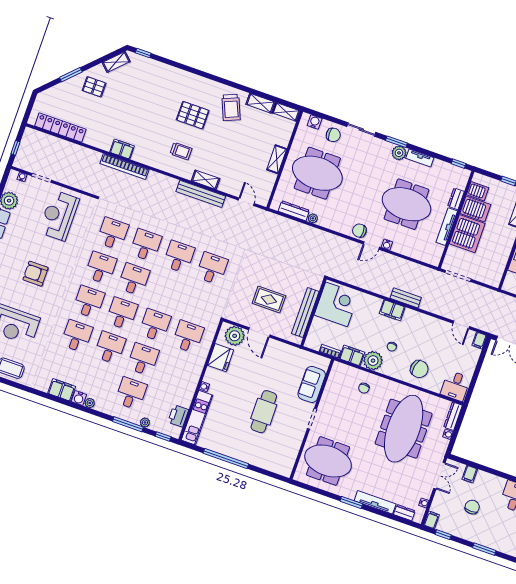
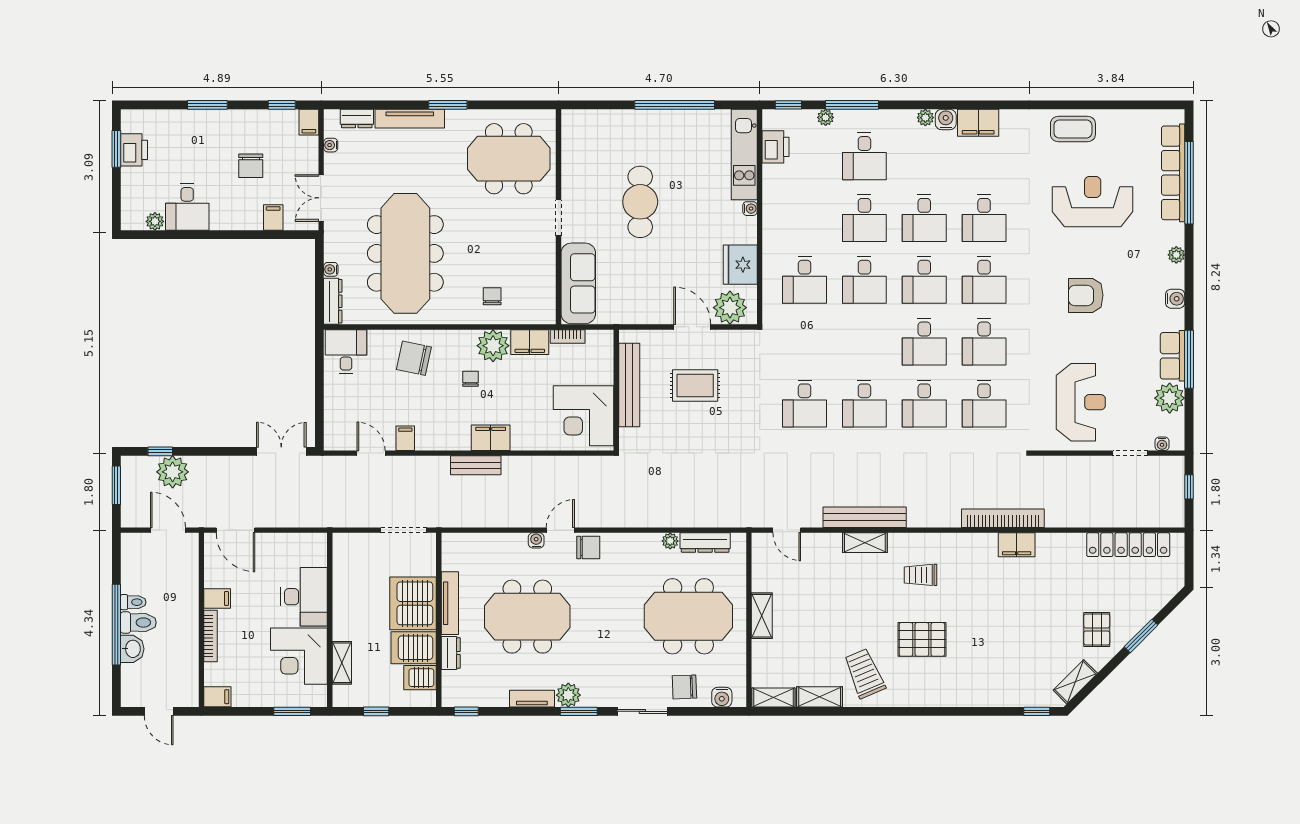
pallet: (94, 87) -> (1097, 629), turned 90
armchair: (36, 274) -> (1086, 295), turned 180
filing cabinet: (479, 340) -> (405, 438), moved
sofa: (312, 384) -> (578, 283), width x1.36

